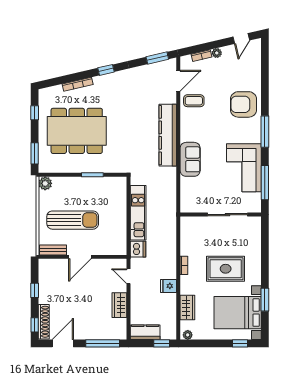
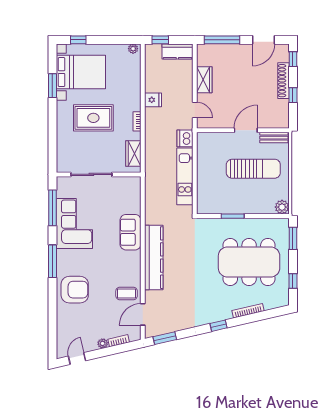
sun lounger: (73, 220) -> (253, 169), turned 180
wardrobe: (187, 308) -> (133, 154), moved
shoe rack: (44, 322) -> (283, 81), moved

